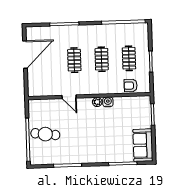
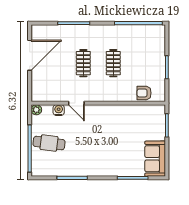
clothes rail: (129, 58) -> (143, 63), removed
plant: (97, 102) -> (36, 110), moved
water cooler: (108, 102) -> (59, 110), moved

